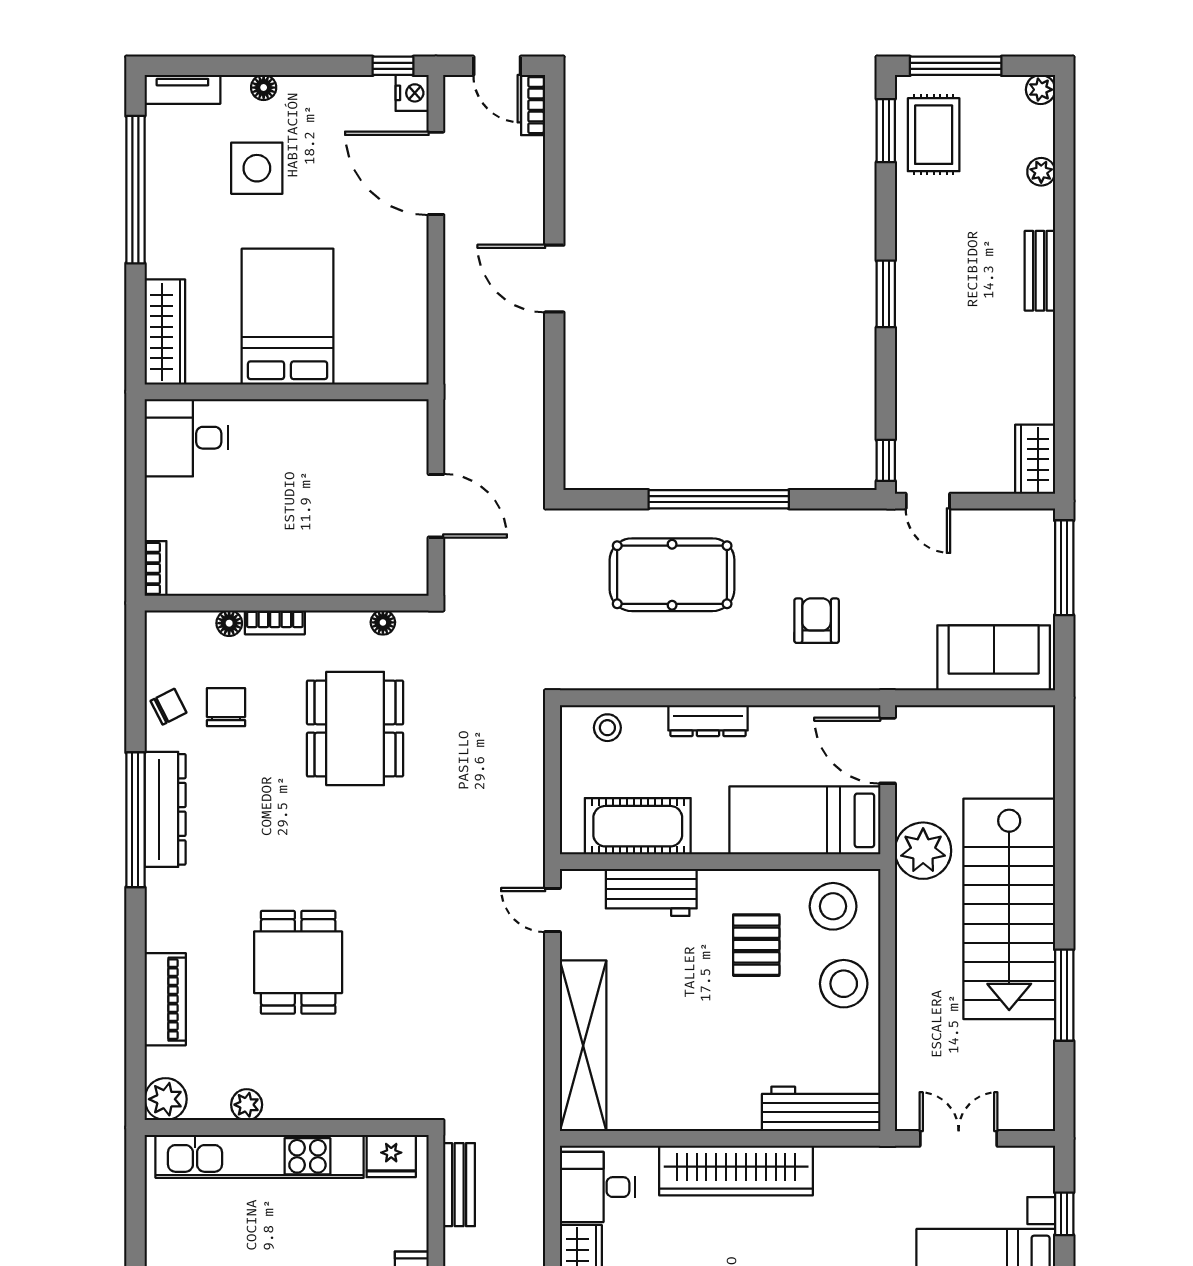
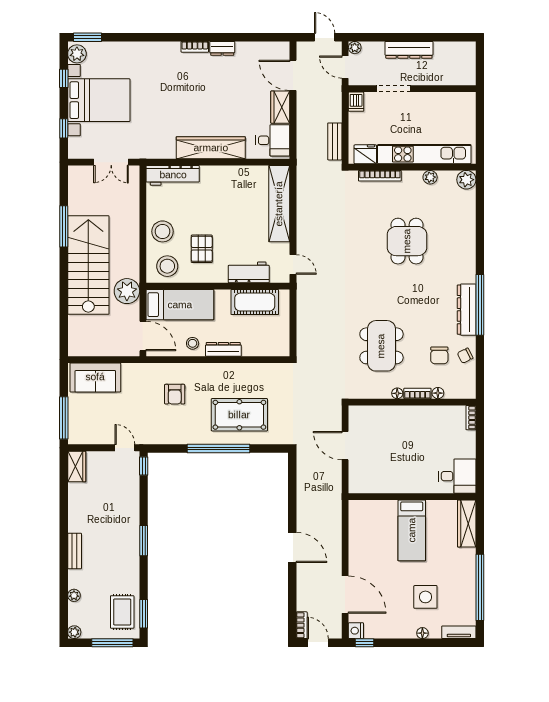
bed: (288, 317) -> (412, 530), width x0.67
floor lamp: (383, 622) -> (397, 393), moved
stool: (607, 728) -> (193, 343), moved
piano: (165, 999) -> (467, 225), removed
bookcase: (359, 1108) -> (380, 176), added

